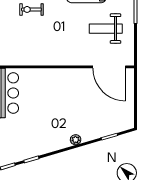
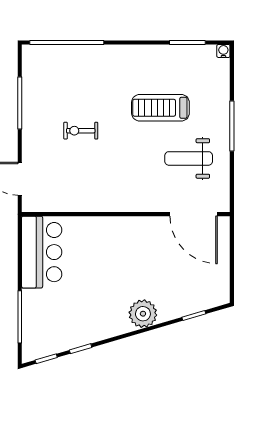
plant: (76, 140) -> (143, 314), width x1.88, depth x1.88

